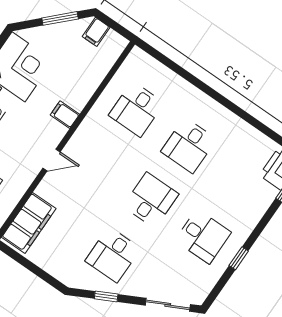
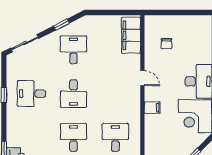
door: (51, 160) -> (142, 78), swing flipped

